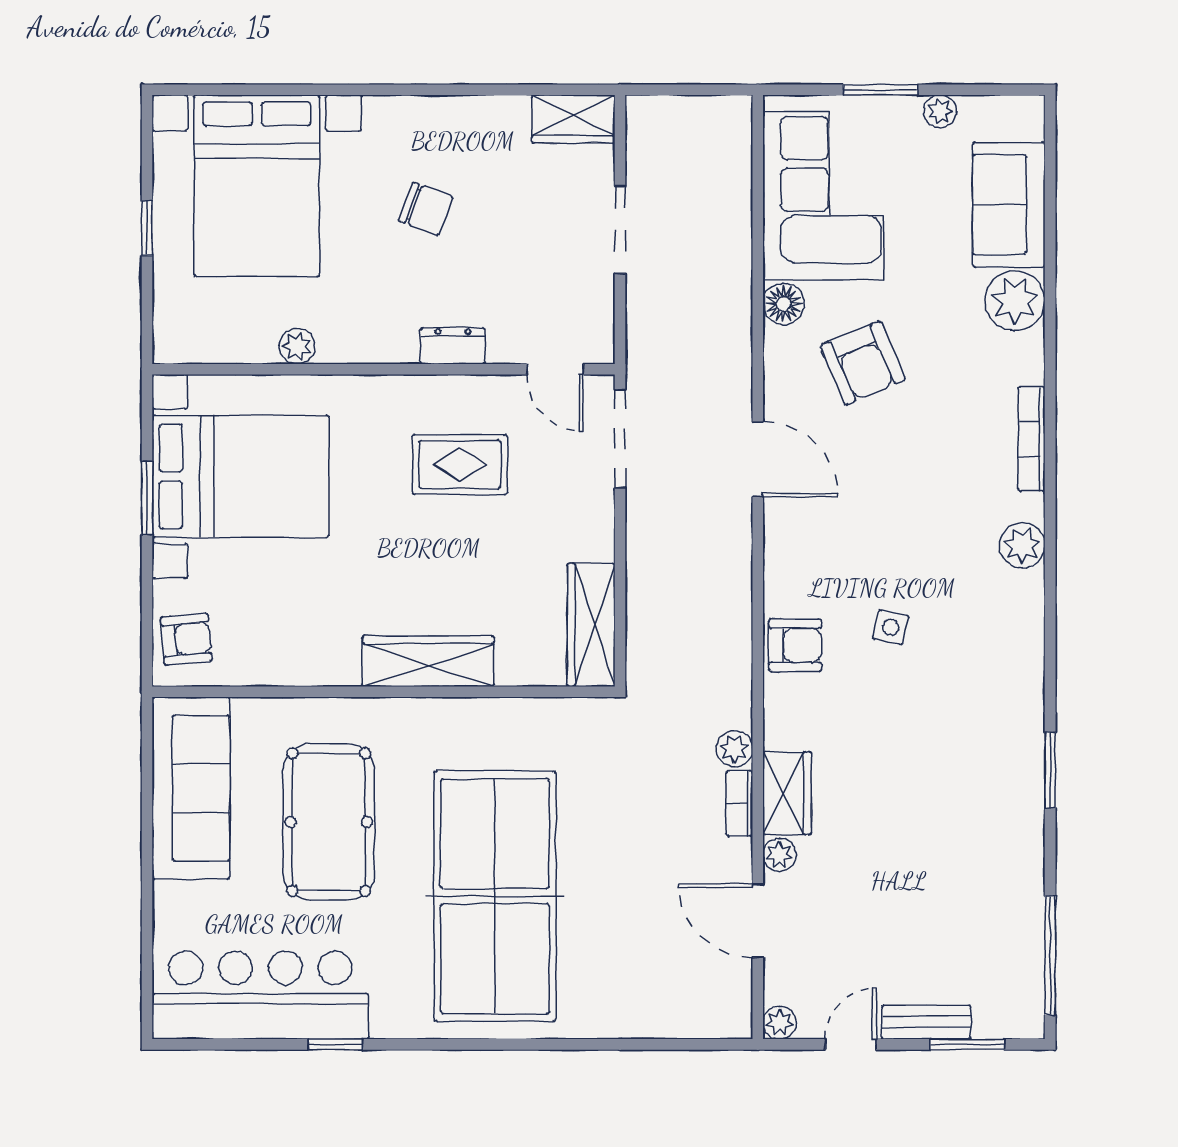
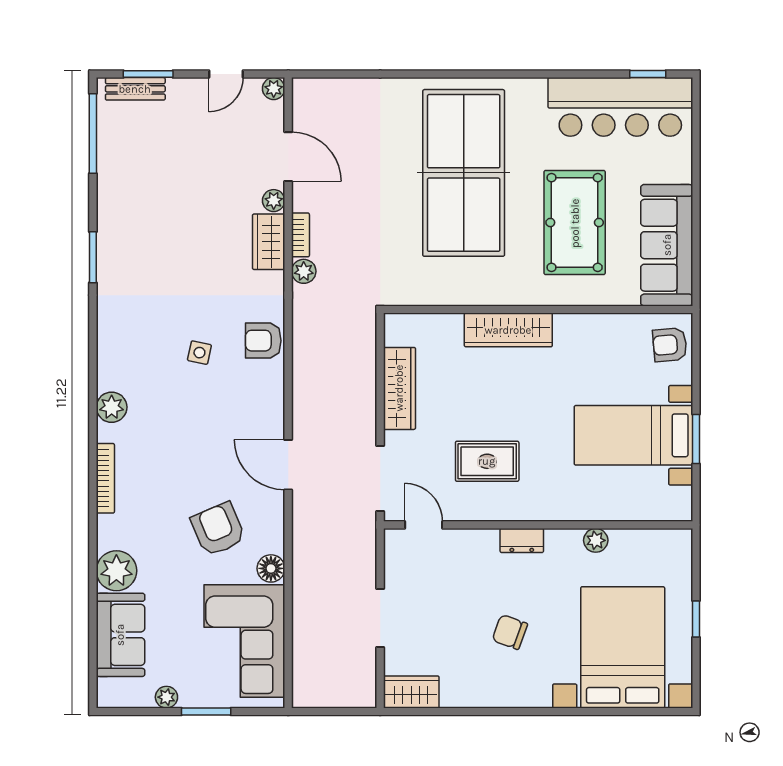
dresser: (453, 346) -> (522, 540), moved
bed with nightstands: (241, 476) -> (633, 435), width x0.73
wardrobe: (591, 625) -> (399, 388), moved
bench: (926, 1022) -> (135, 89), moved
window: (335, 1044) -> (648, 74), moved

